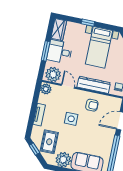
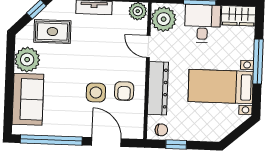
window: (88, 23) -> (258, 61), width x2.17
door: (68, 86) -> (148, 46), swing flipped
side table: (71, 119) -> (96, 92), moved

